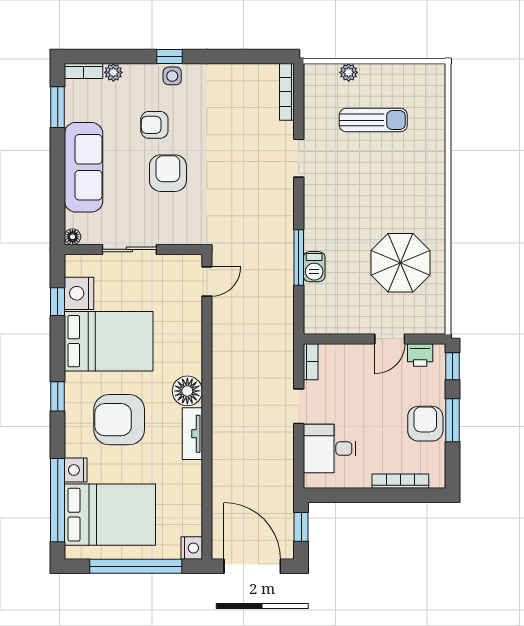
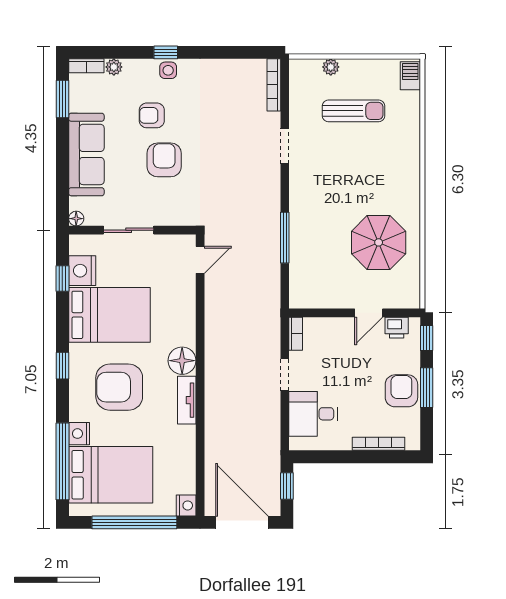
barbecue: (314, 267) -> (410, 76), moved, turned 180

